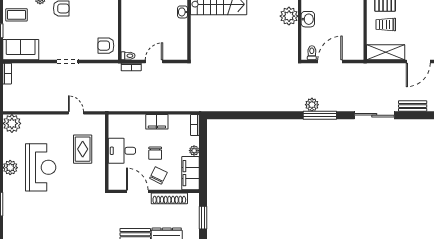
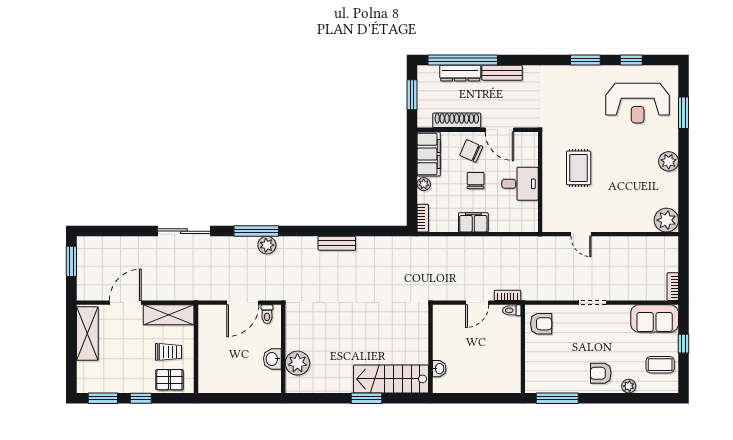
bench: (413, 106) -> (337, 243), moved
rug: (83, 149) -> (579, 168), moved
reception desk: (41, 167) -> (638, 103), moved, turned -90
chair: (158, 175) -> (471, 151), turned 88

